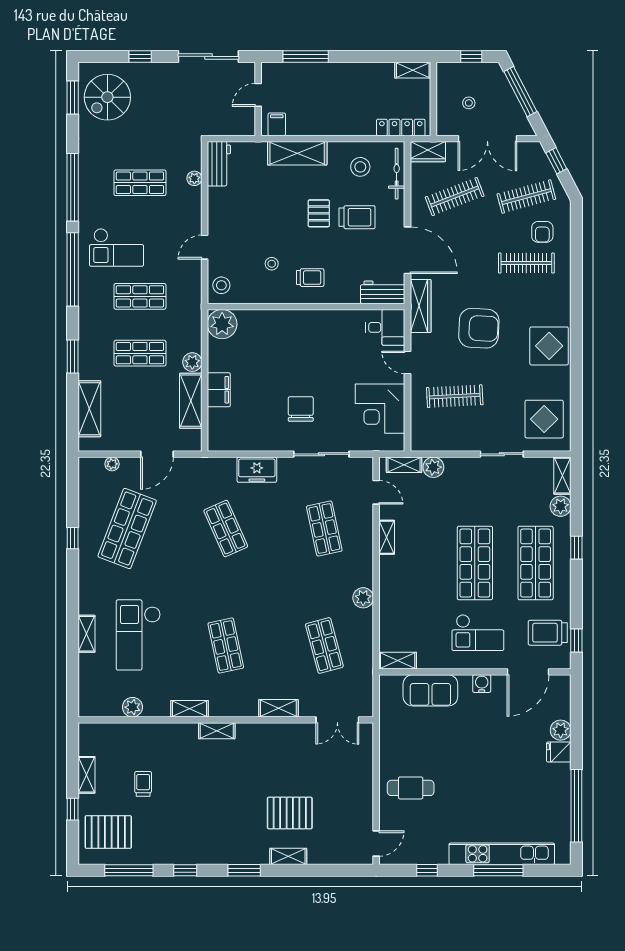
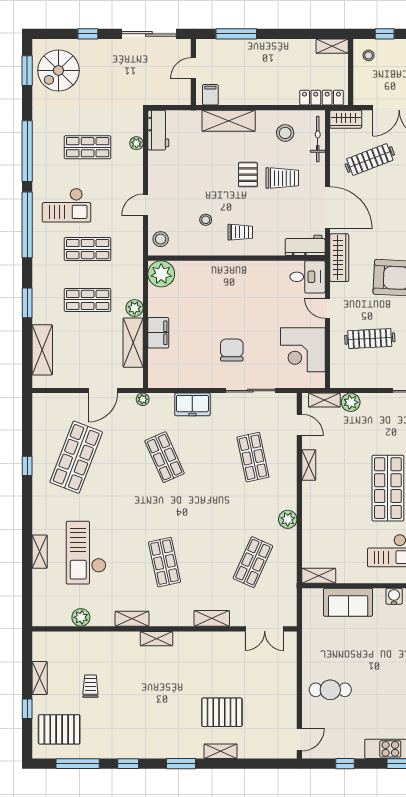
stool: (469, 103) -> (369, 55), moved
plant: (112, 464) -> (143, 399), moved
shop shelf: (324, 645) -> (253, 562), turned 39

